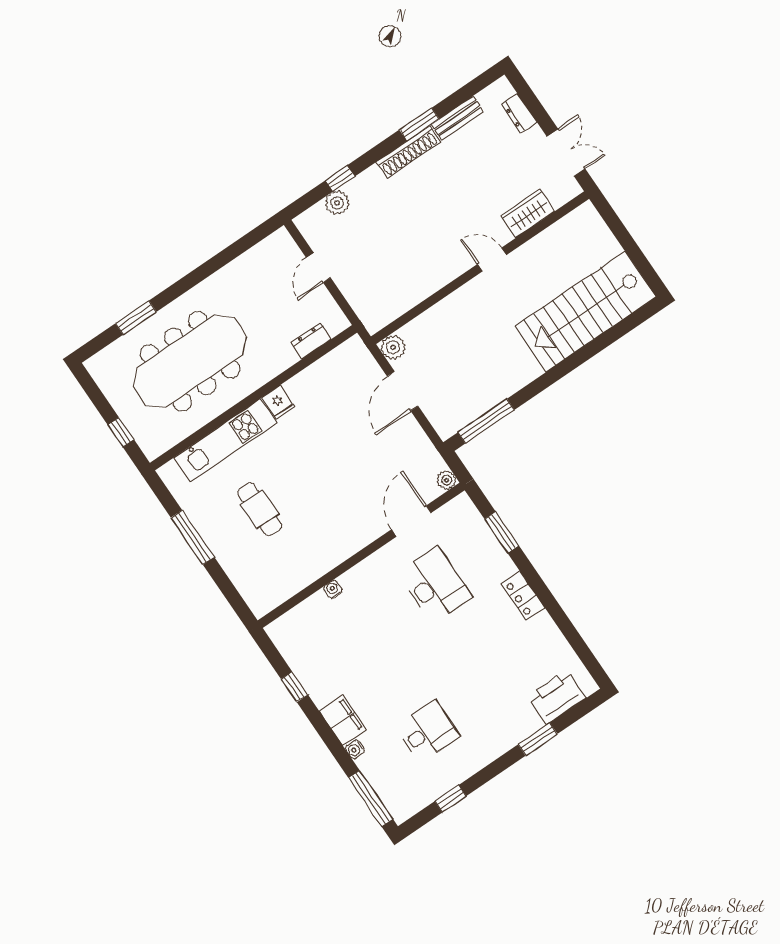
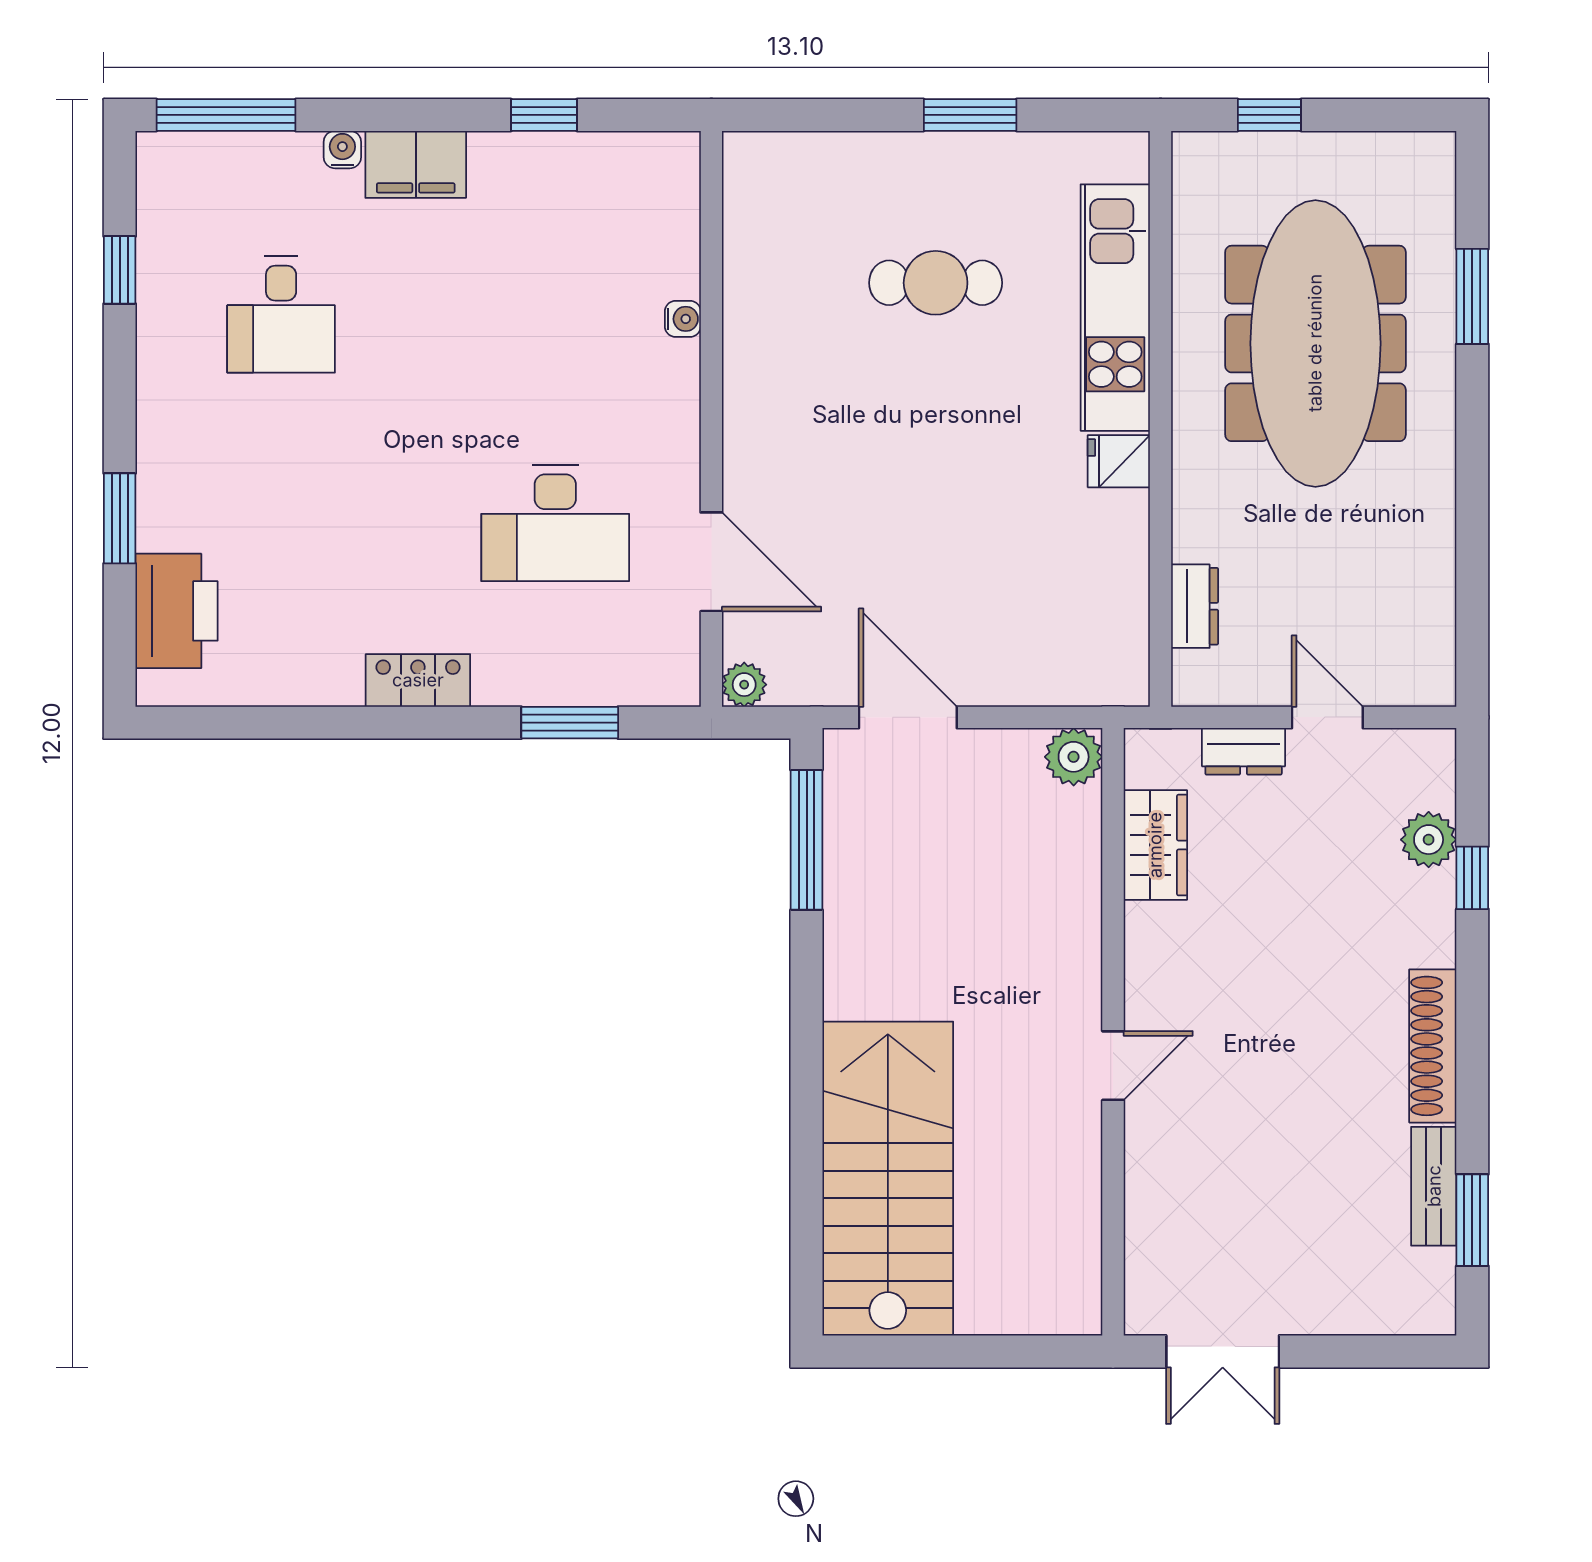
dresser: (519, 113) -> (1244, 751), moved, turned 180
window: (419, 124) -> (1472, 1220), moved
wardrobe: (528, 213) -> (1155, 845), moved
door: (403, 391) -> (908, 717), moved
window: (193, 537) -> (970, 115), width x0.69

